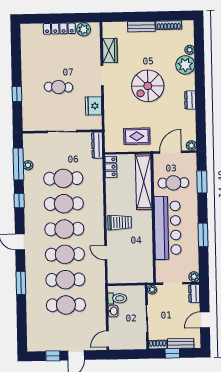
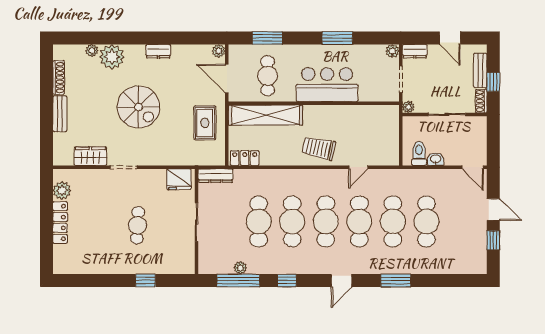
fridge: (94, 106) -> (179, 179), moved
trolley: (120, 222) -> (319, 148), turned -78
bar counter: (168, 228) -> (327, 85), width x0.73

